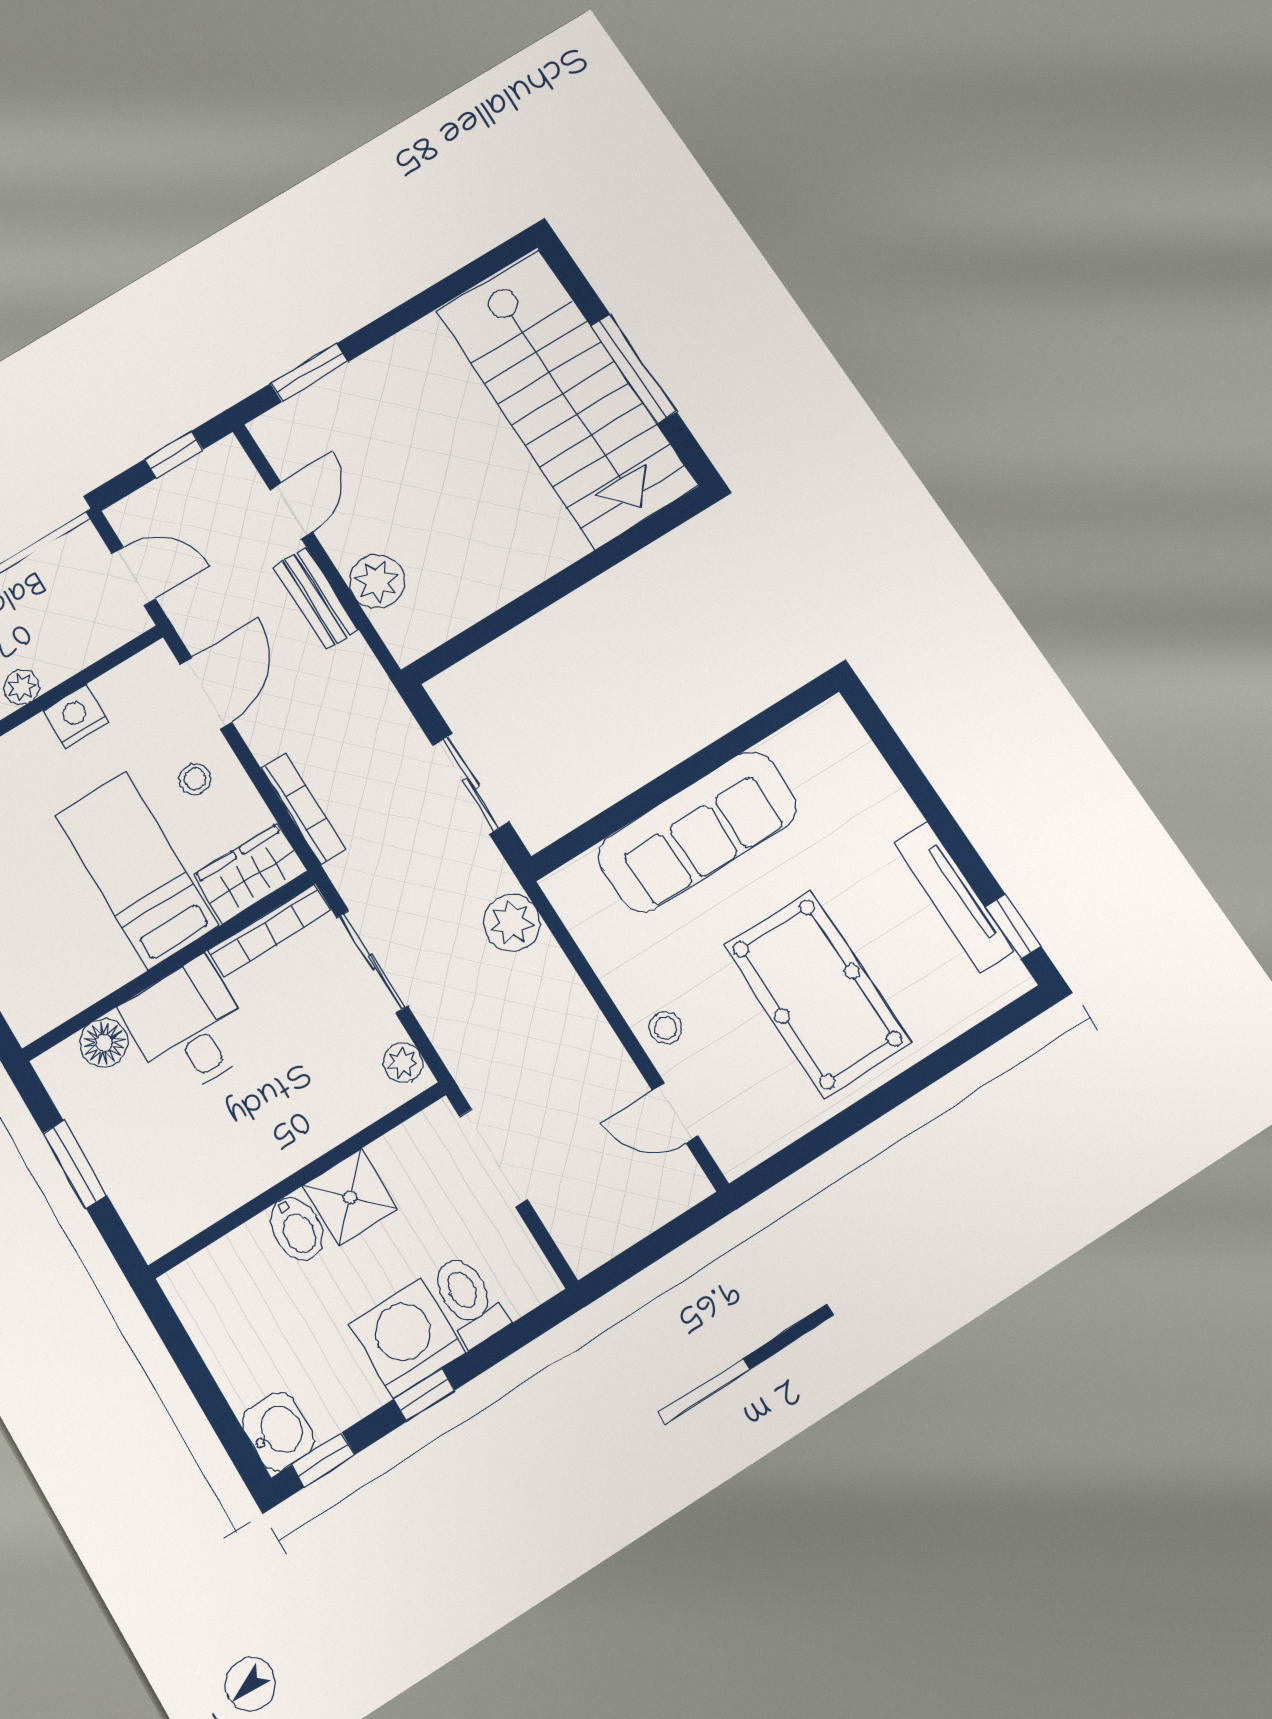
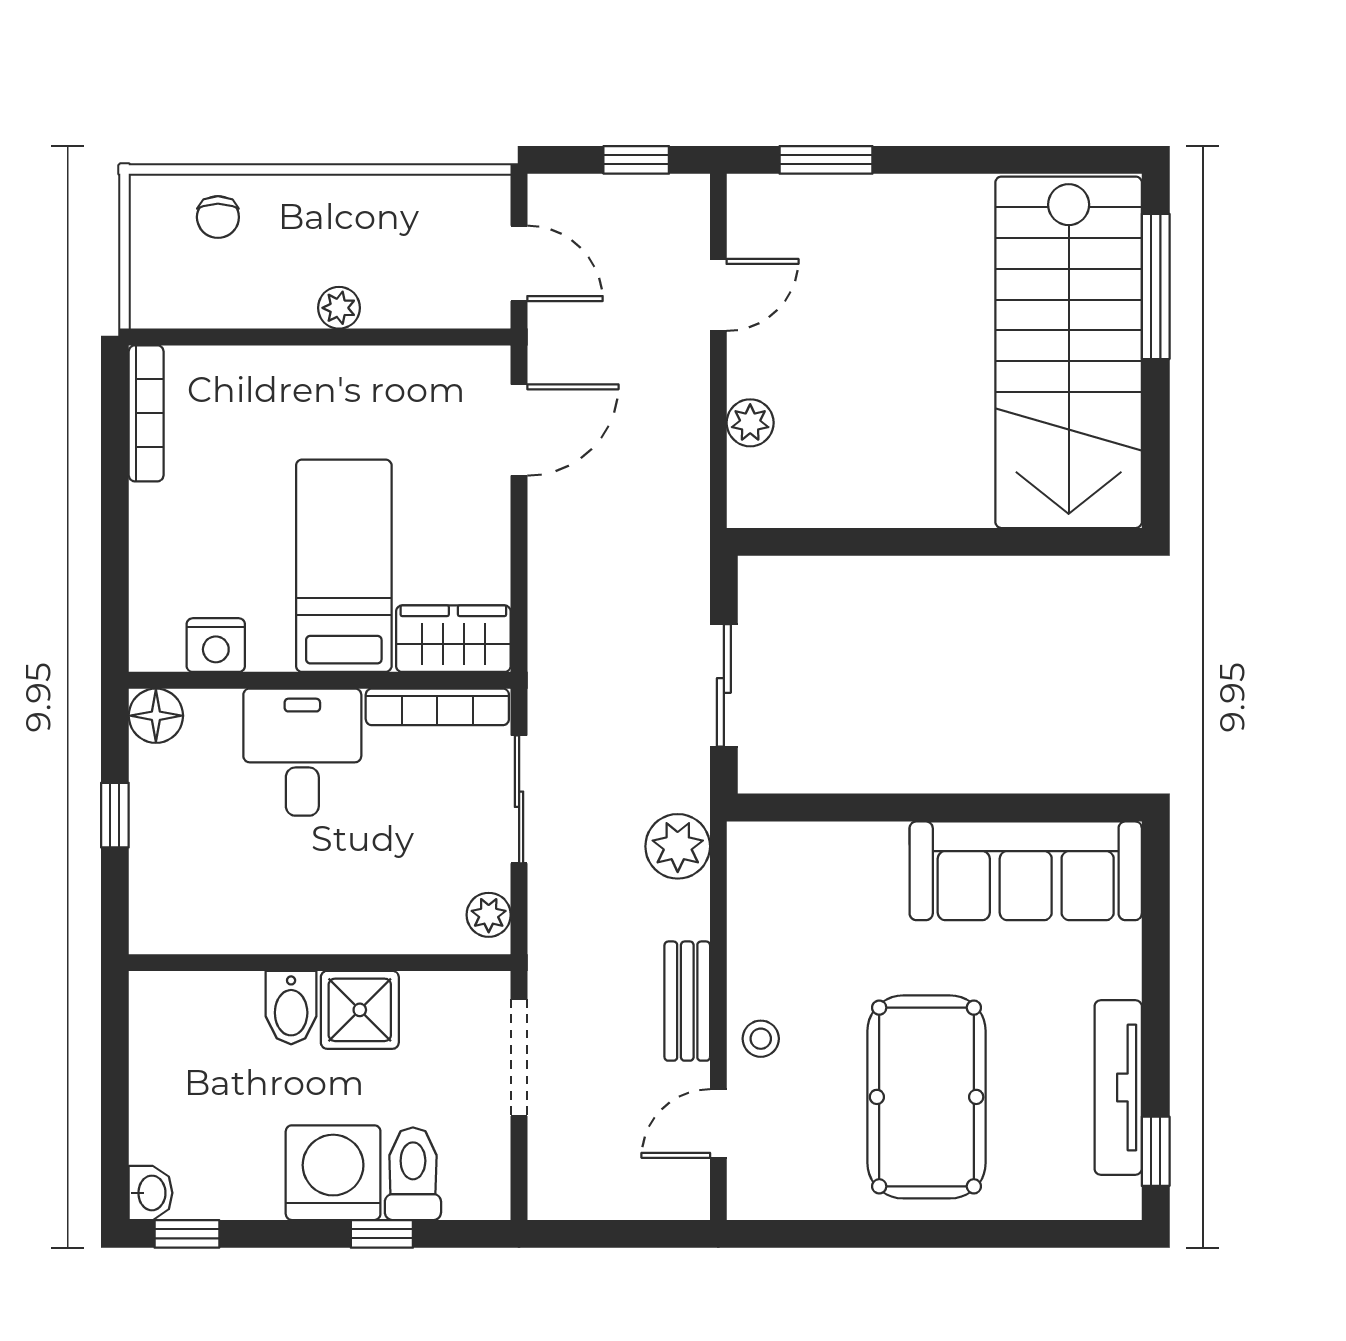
window: (633, 369) -> (1156, 286), moved
plant: (377, 581) -> (750, 423), width x0.73, depth x0.73
bench: (316, 599) -> (687, 1001), moved
nightstand: (76, 716) -> (216, 645), moved, turned 180
stool: (195, 779) -> (456, 511), removed
bookcase: (303, 809) -> (544, 607), removed
sofa: (697, 831) -> (1026, 871), moved
floor lamp: (104, 1043) -> (156, 716), moved
door: (675, 1113) -> (718, 1124), hinge flipped
window: (75, 1164) -> (115, 815), width x0.67
window: (424, 1395) -> (382, 1234), moved
washbasin: (278, 1432) -> (151, 1193), width x0.72, depth x0.69

